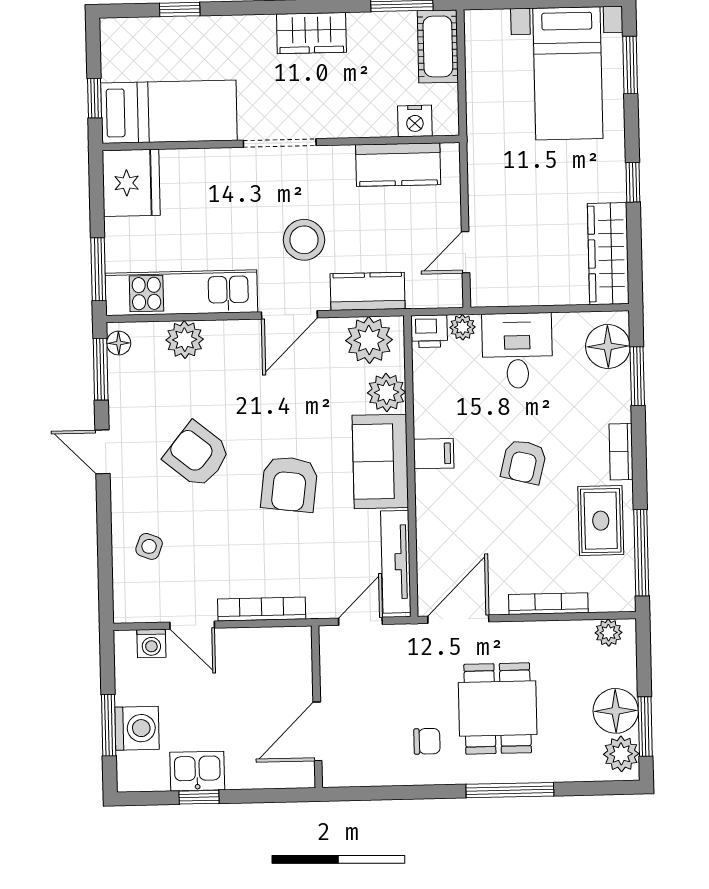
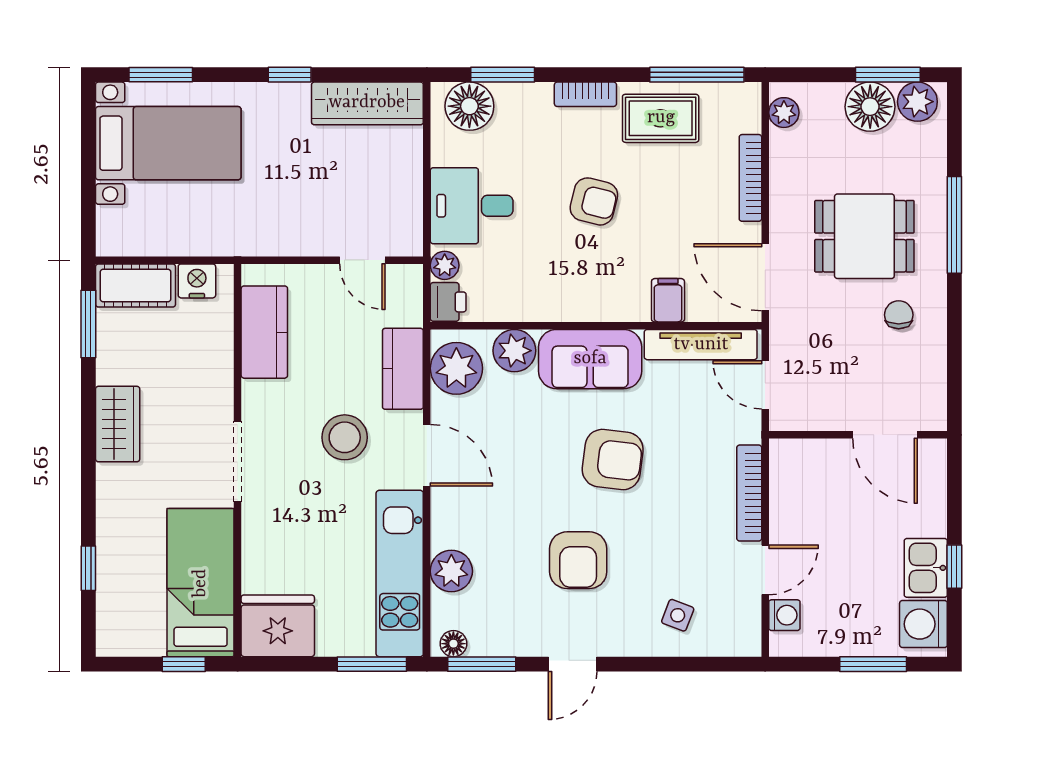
nightstand: (415, 121) -> (197, 281), moved, turned -90
filing cabinet: (434, 454) -> (668, 300), moved
armchair: (197, 455) -> (578, 560), turned -39
washing machine: (137, 728) -> (923, 624), moved, turned -90

